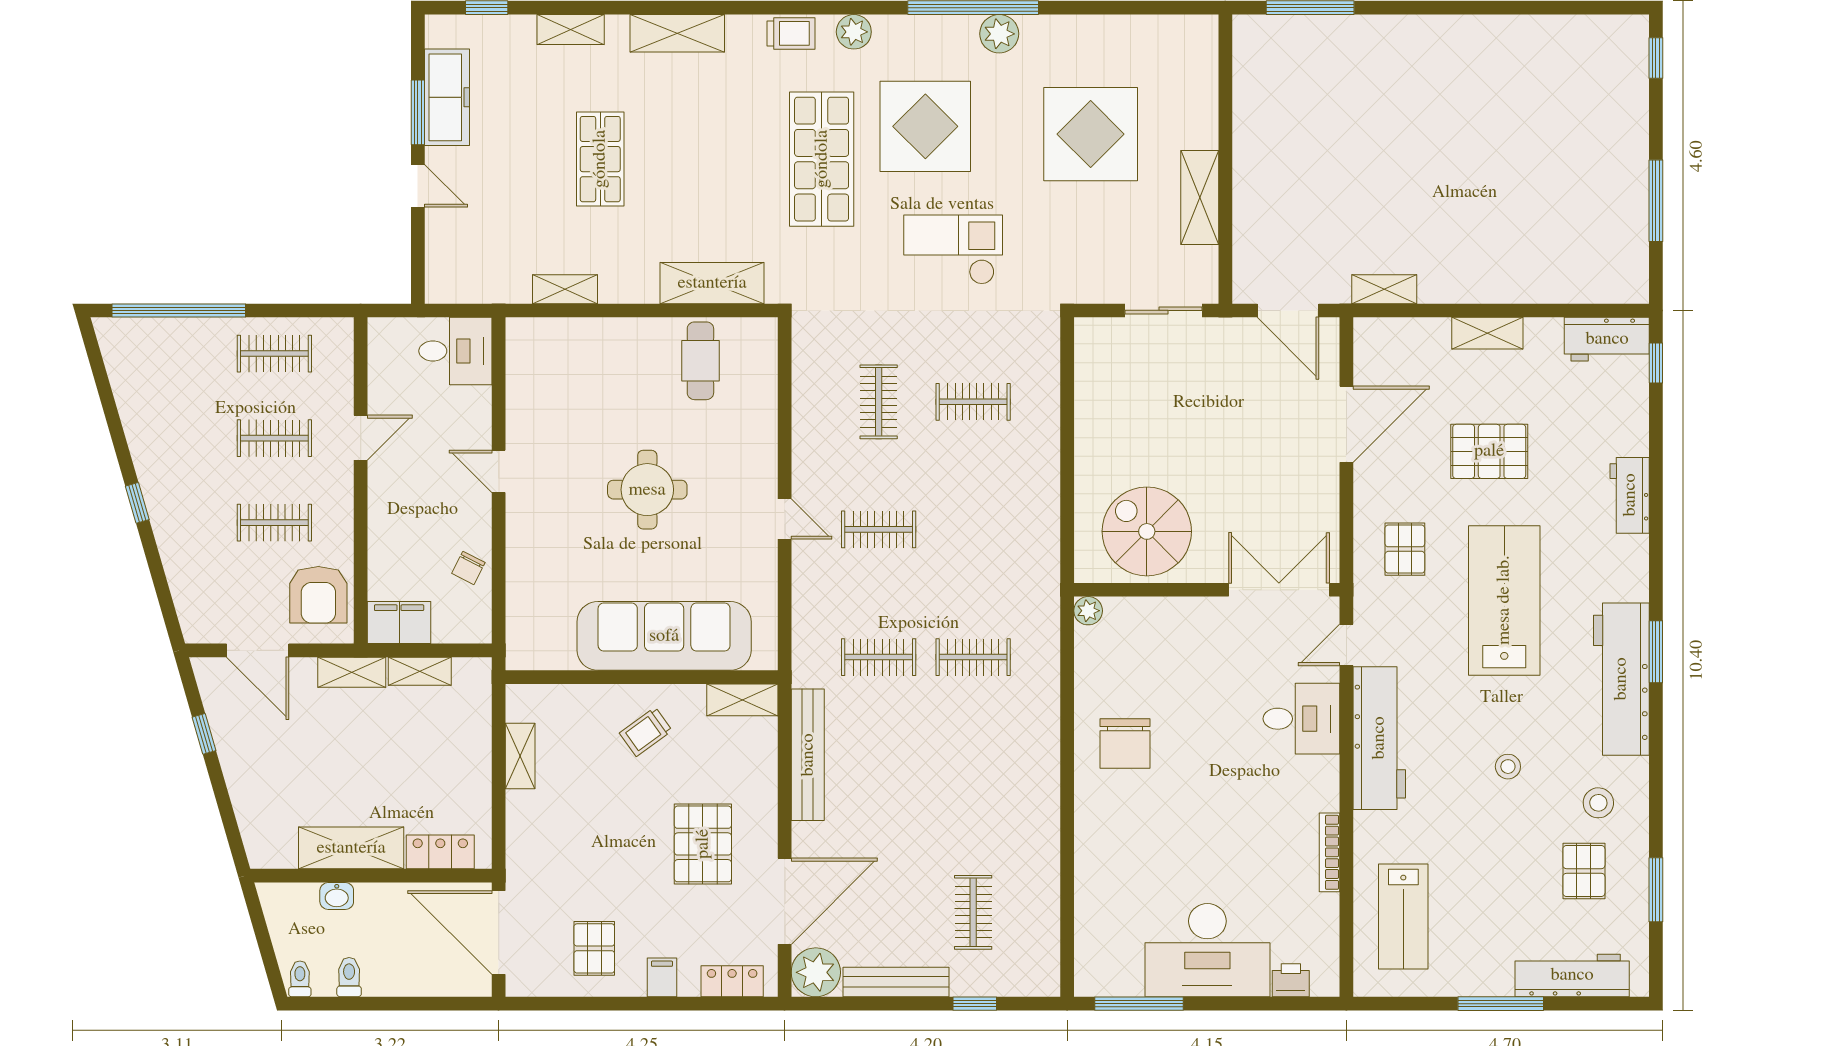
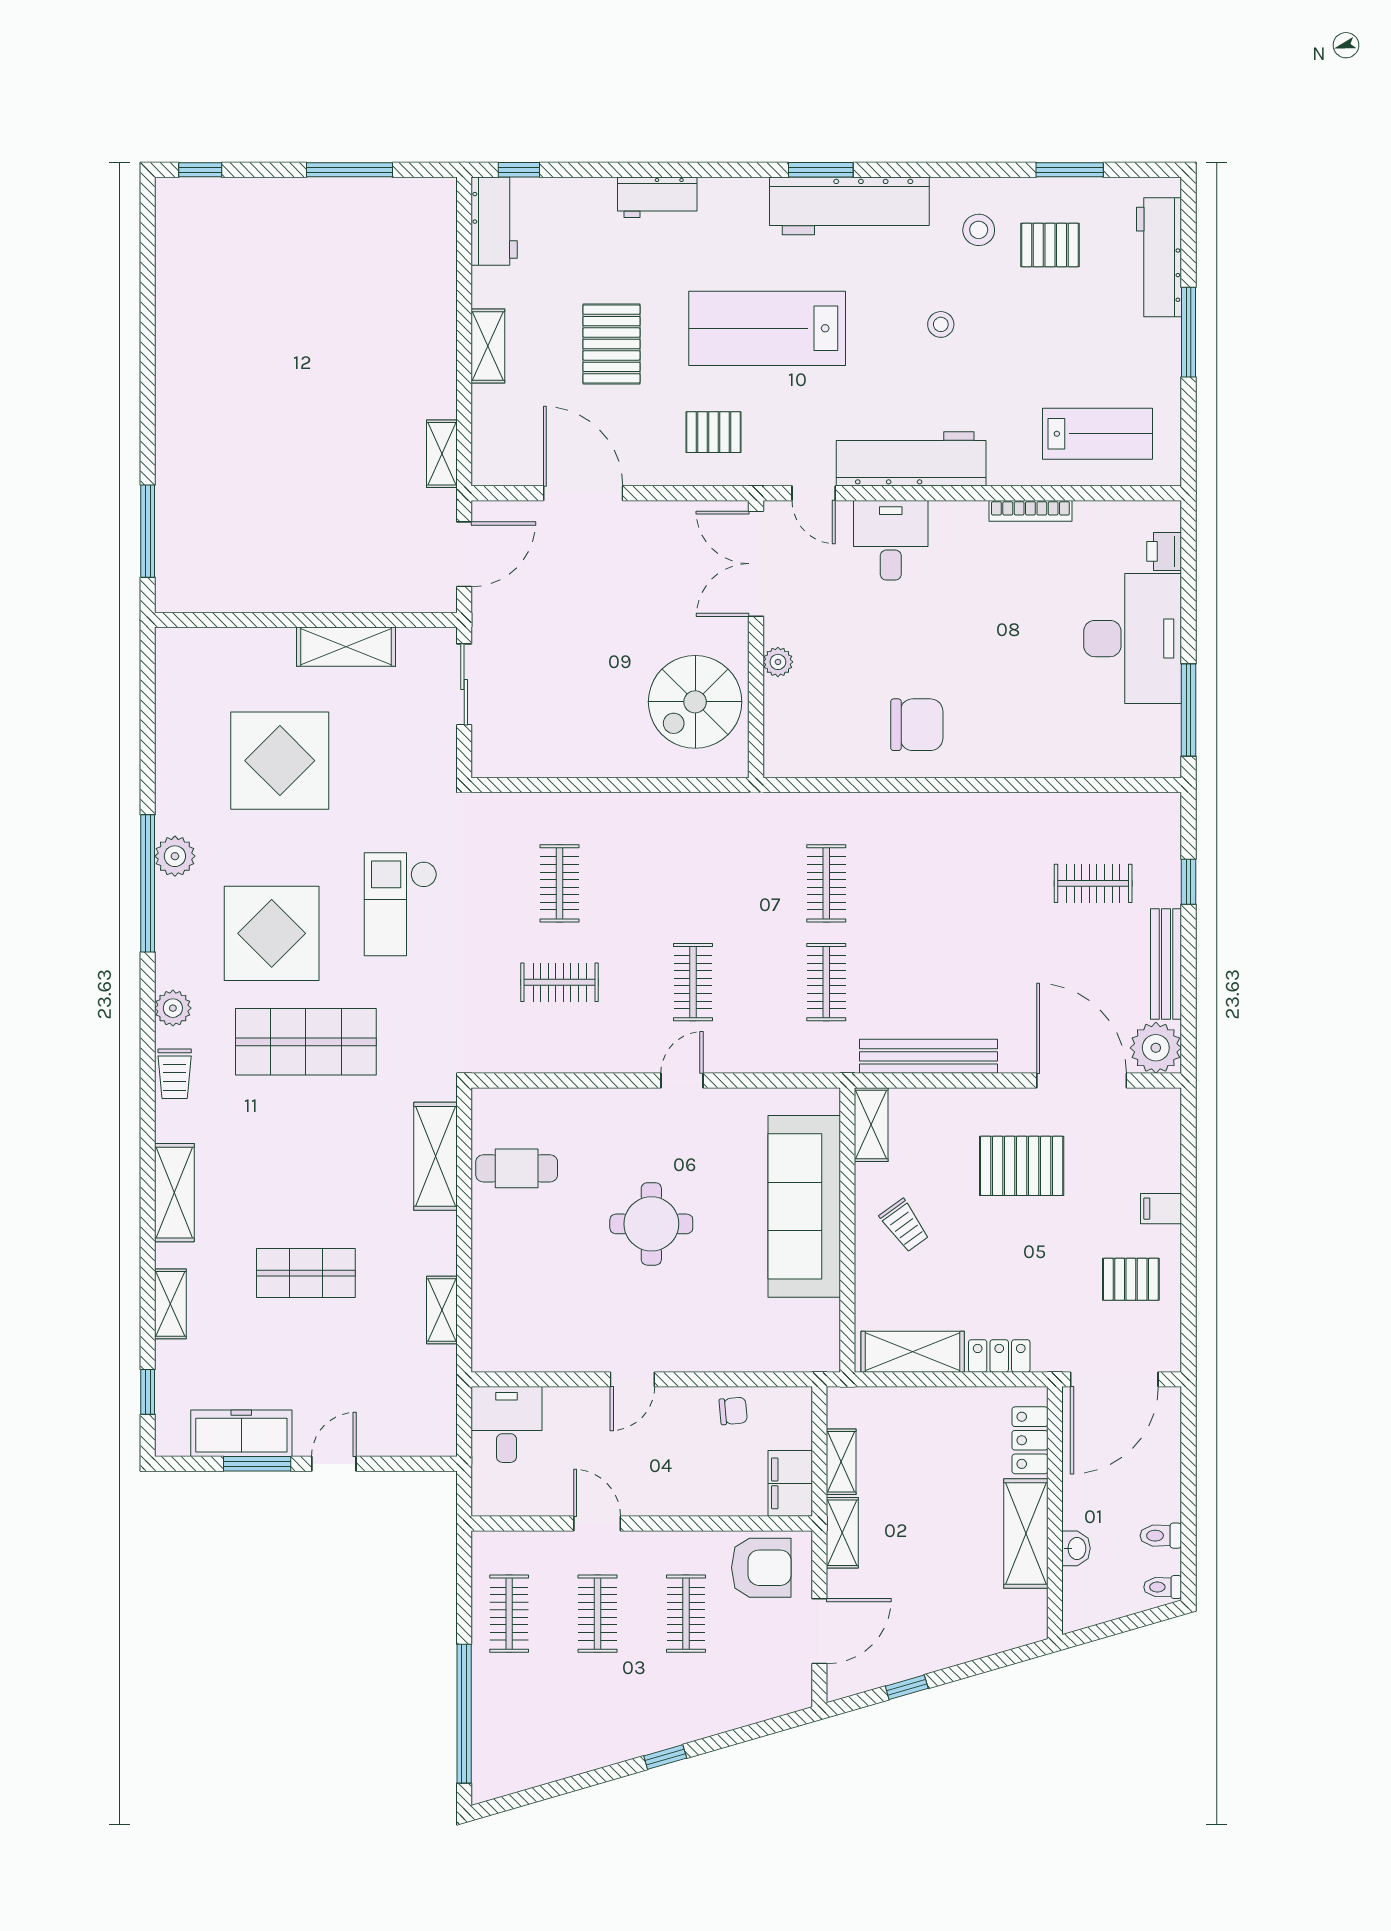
trolley: (791, 33) -> (175, 1074), turned 180
chair: (468, 568) -> (733, 1411), turned -32
plant: (1088, 611) -> (778, 662), moved
shelving: (520, 756) -> (913, 1352), width x1.50, depth x1.33
locker: (732, 981) -> (999, 1356), moved, turned 90

